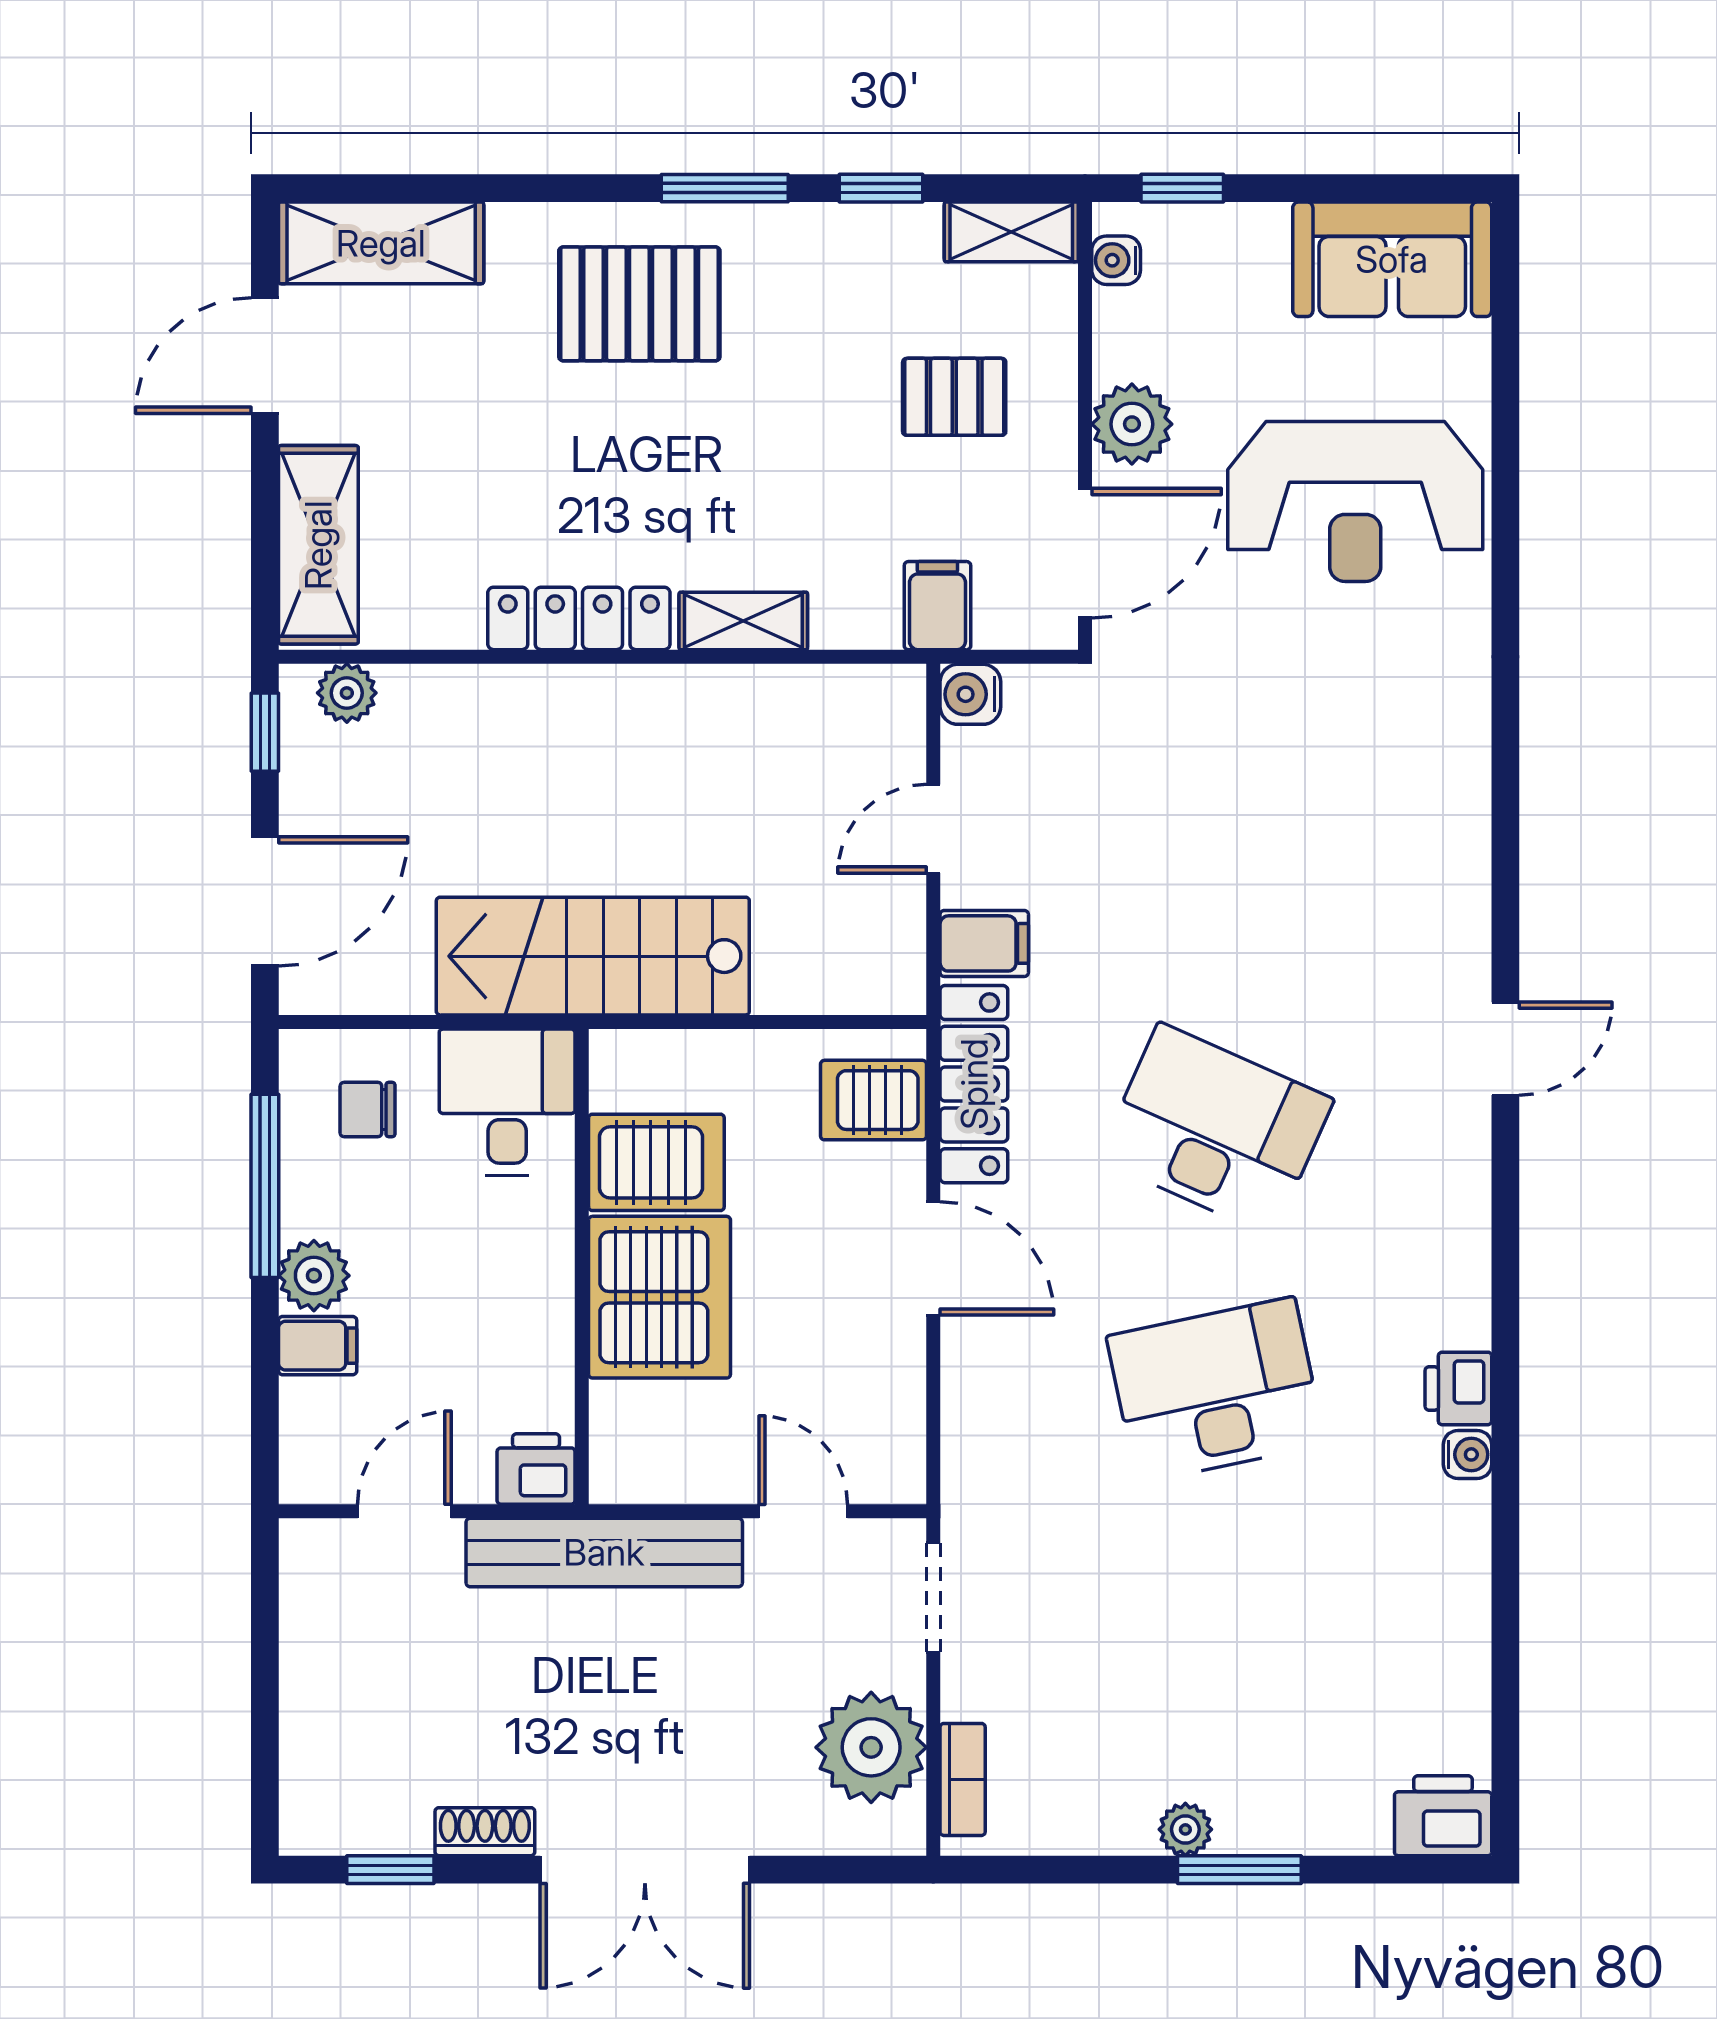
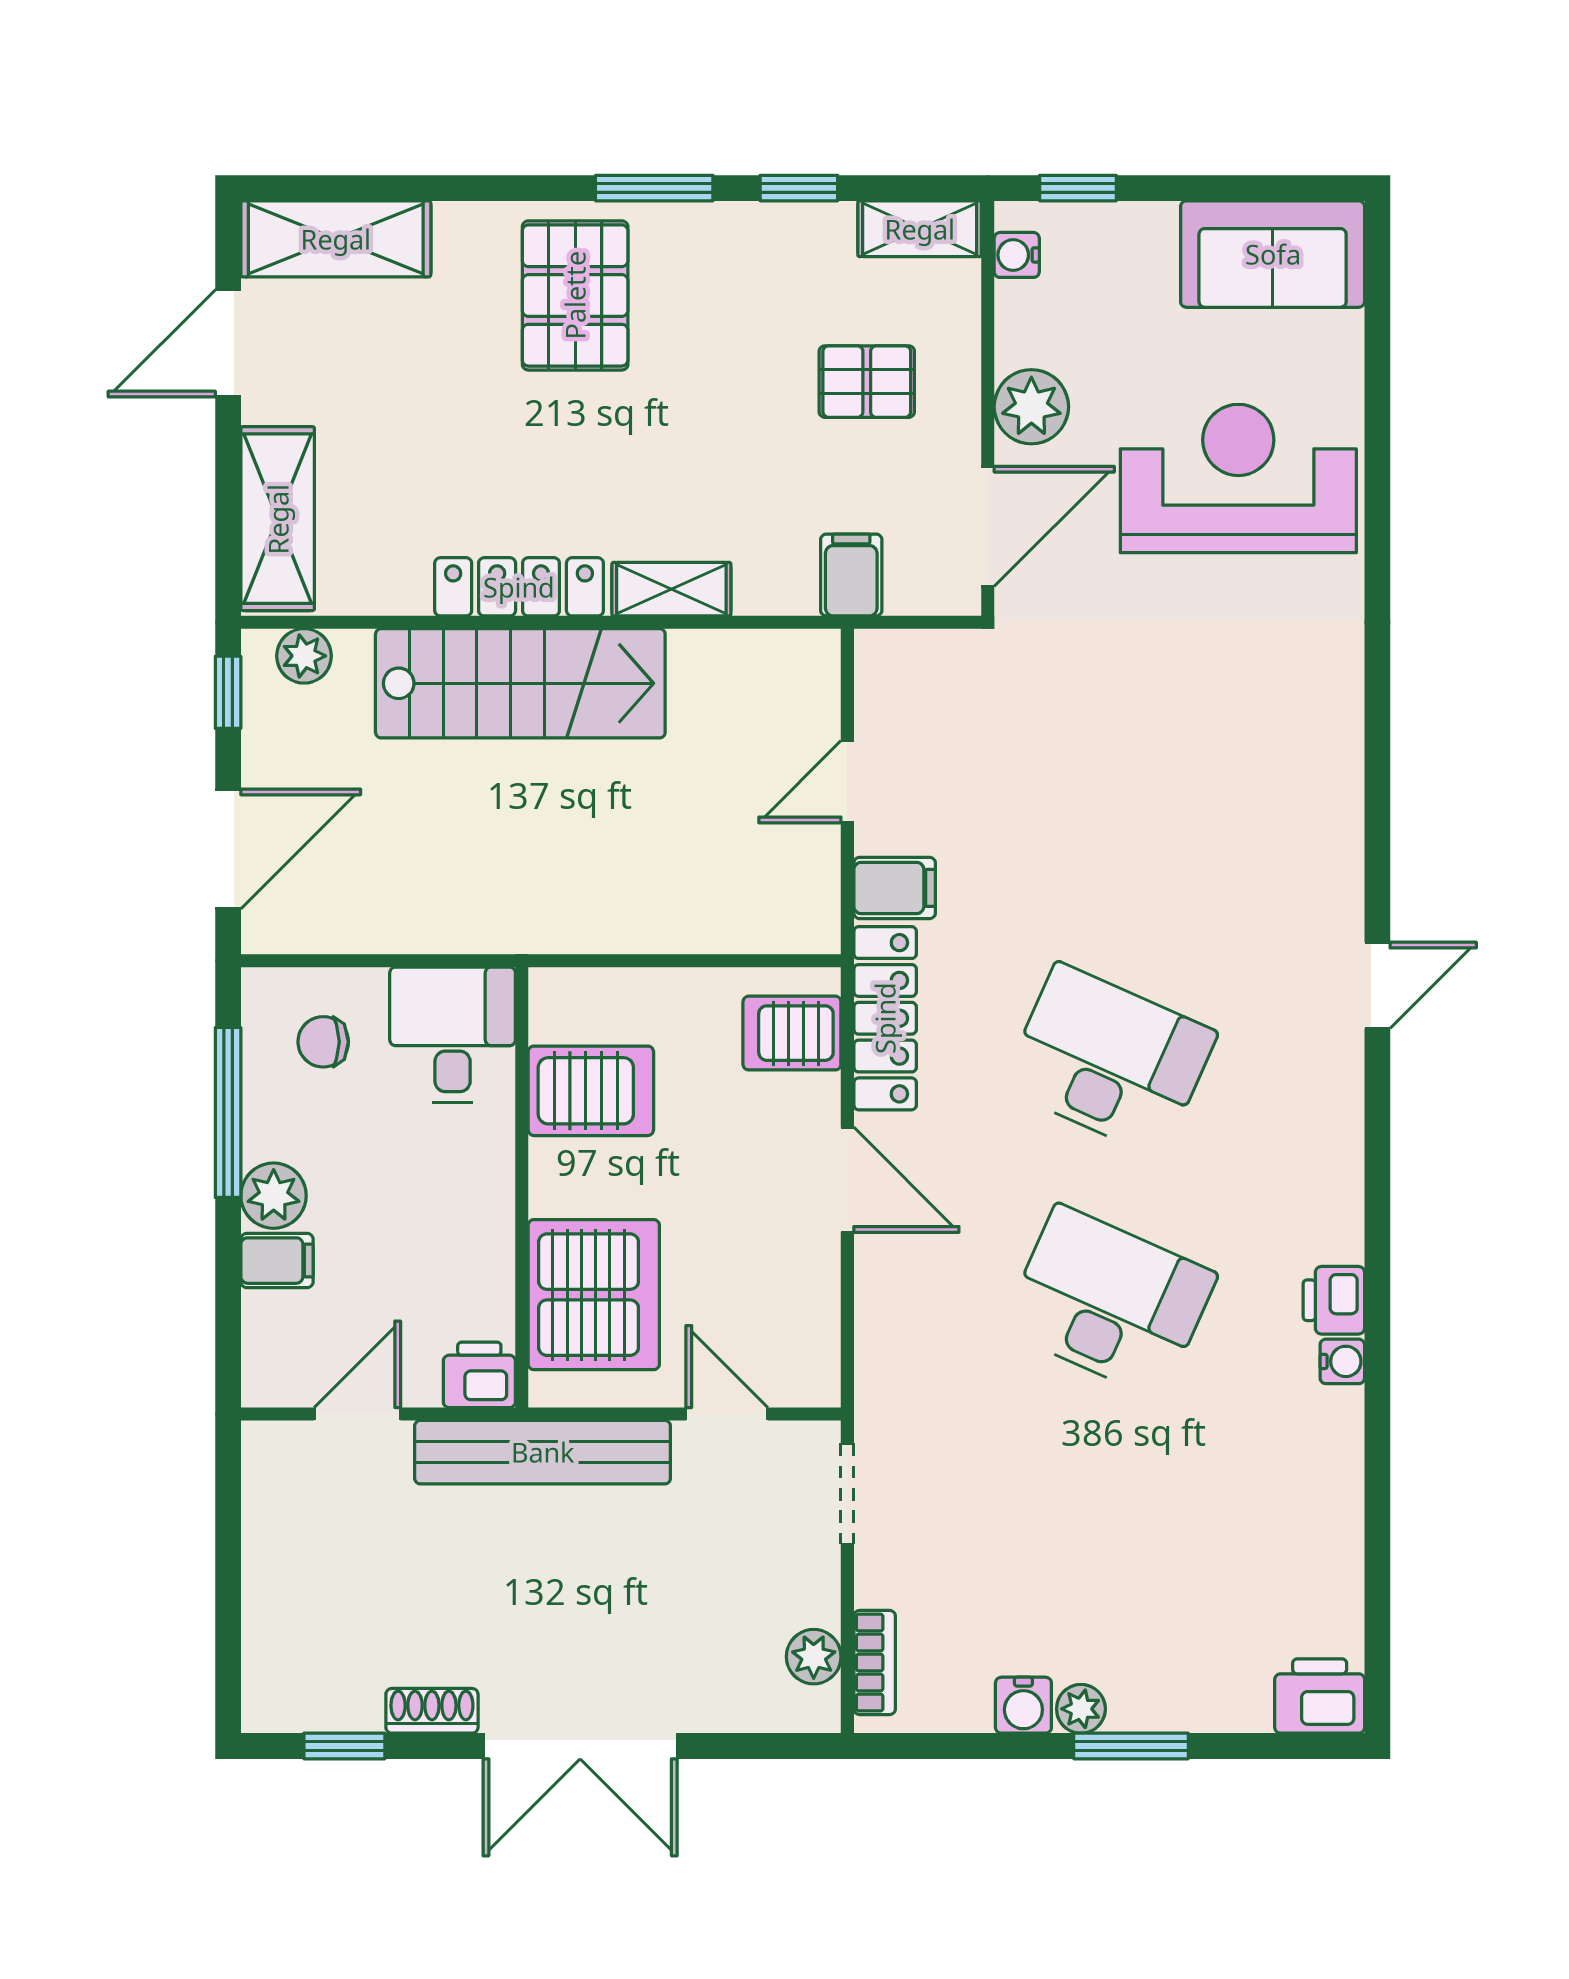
pallet: (639, 304) -> (575, 295), turned 90
reception desk: (1355, 501) -> (1238, 478), turned 180
water cooler: (970, 694) -> (1023, 1705), moved, turned -90
stairs: (593, 956) -> (520, 683), moved, turned 180
server rack: (660, 1297) -> (594, 1295), moved
desk: (1216, 1390) -> (1109, 1302), turned 36
plant: (871, 1747) -> (814, 1657), width x0.53, depth x0.53

